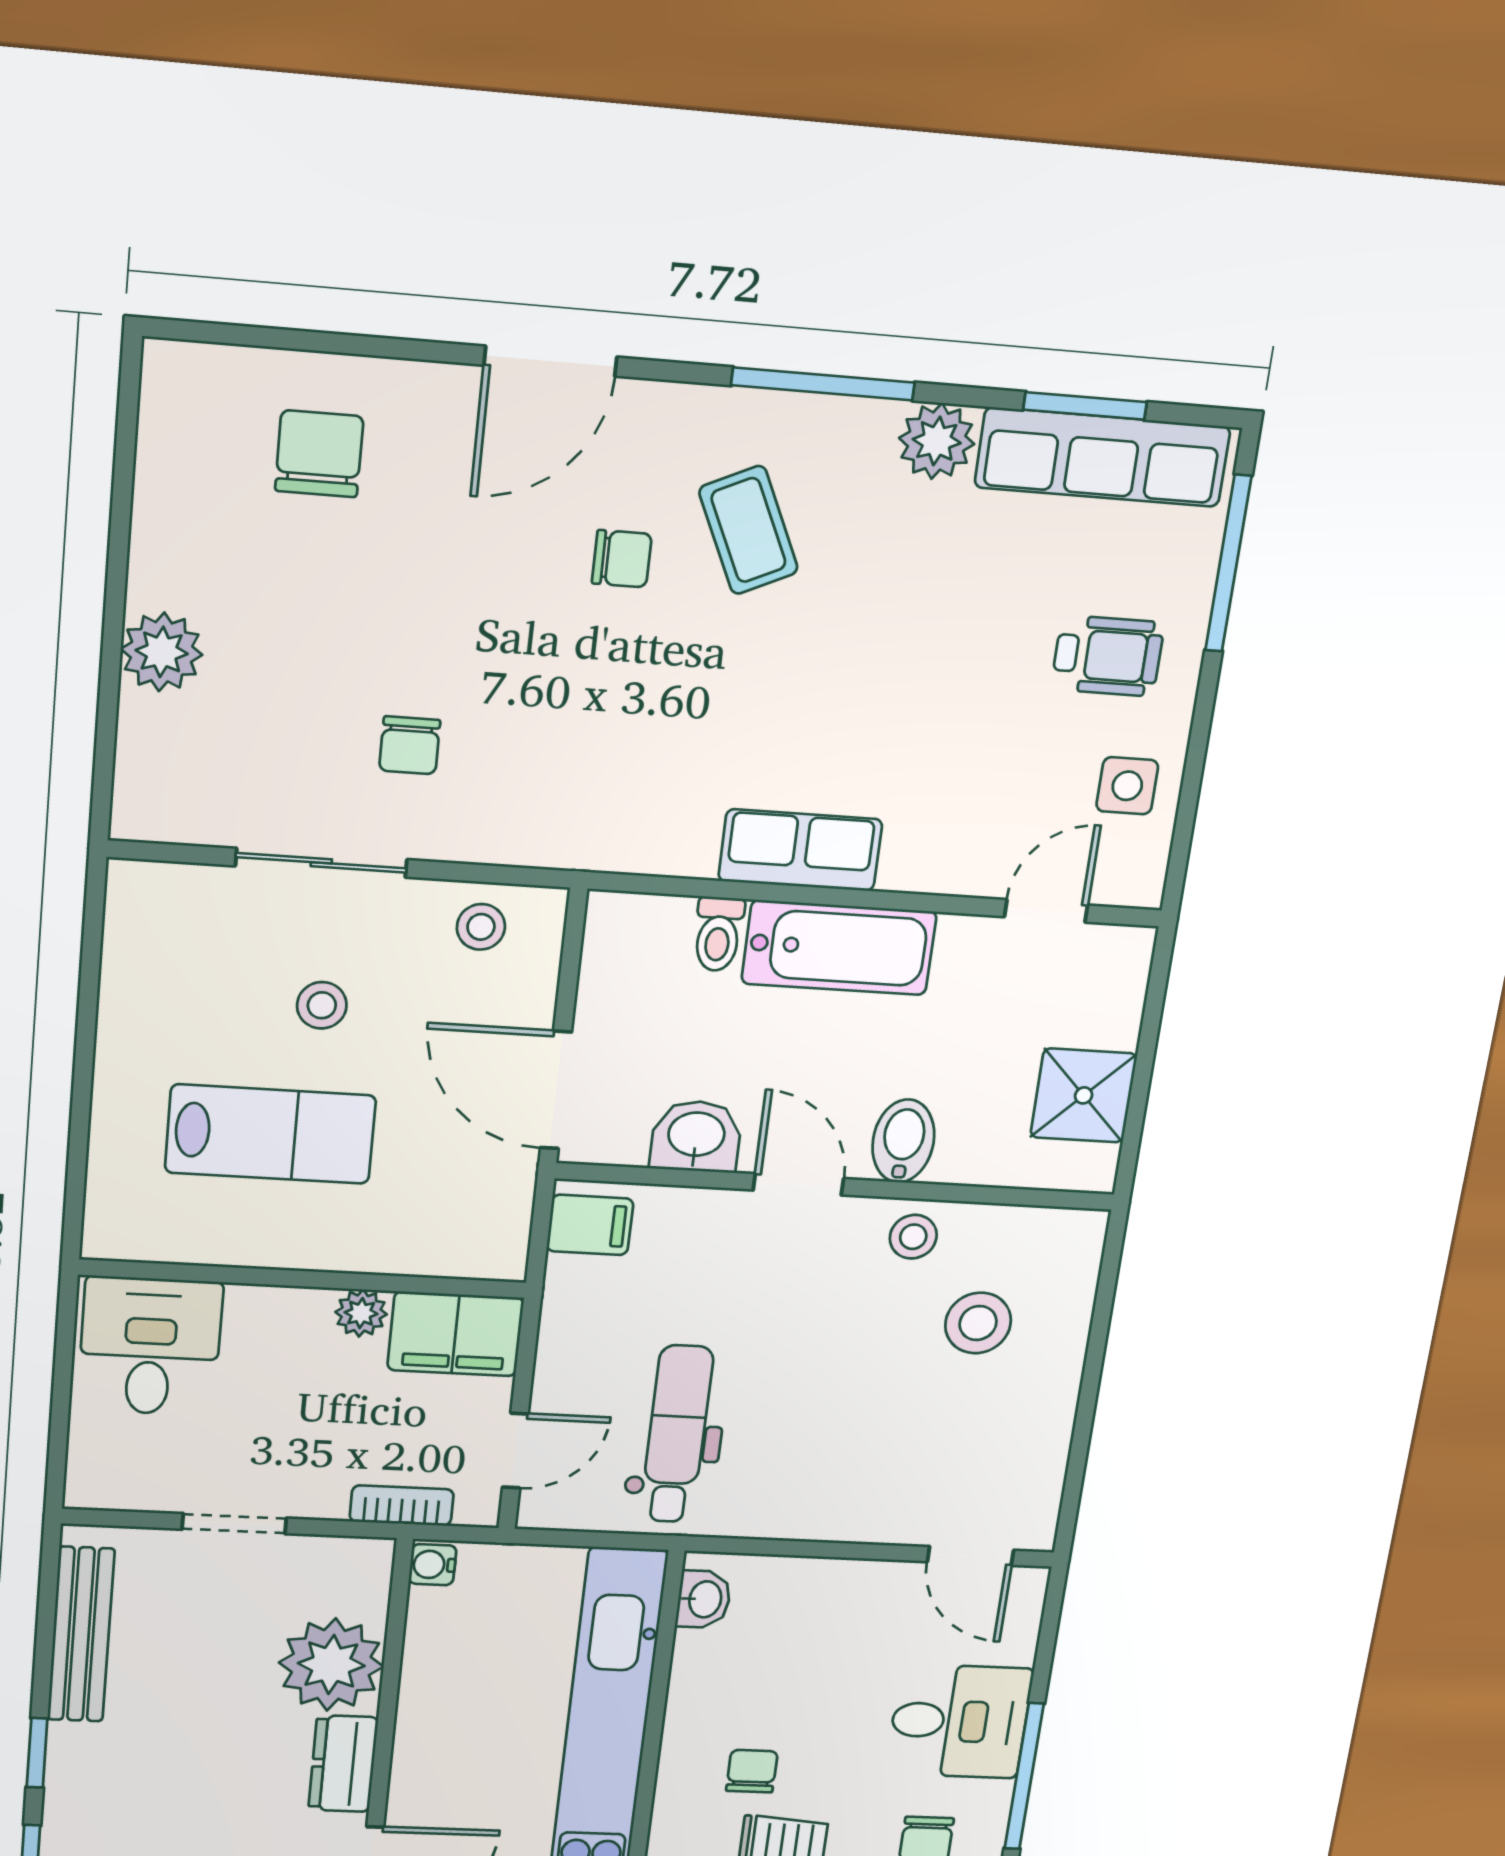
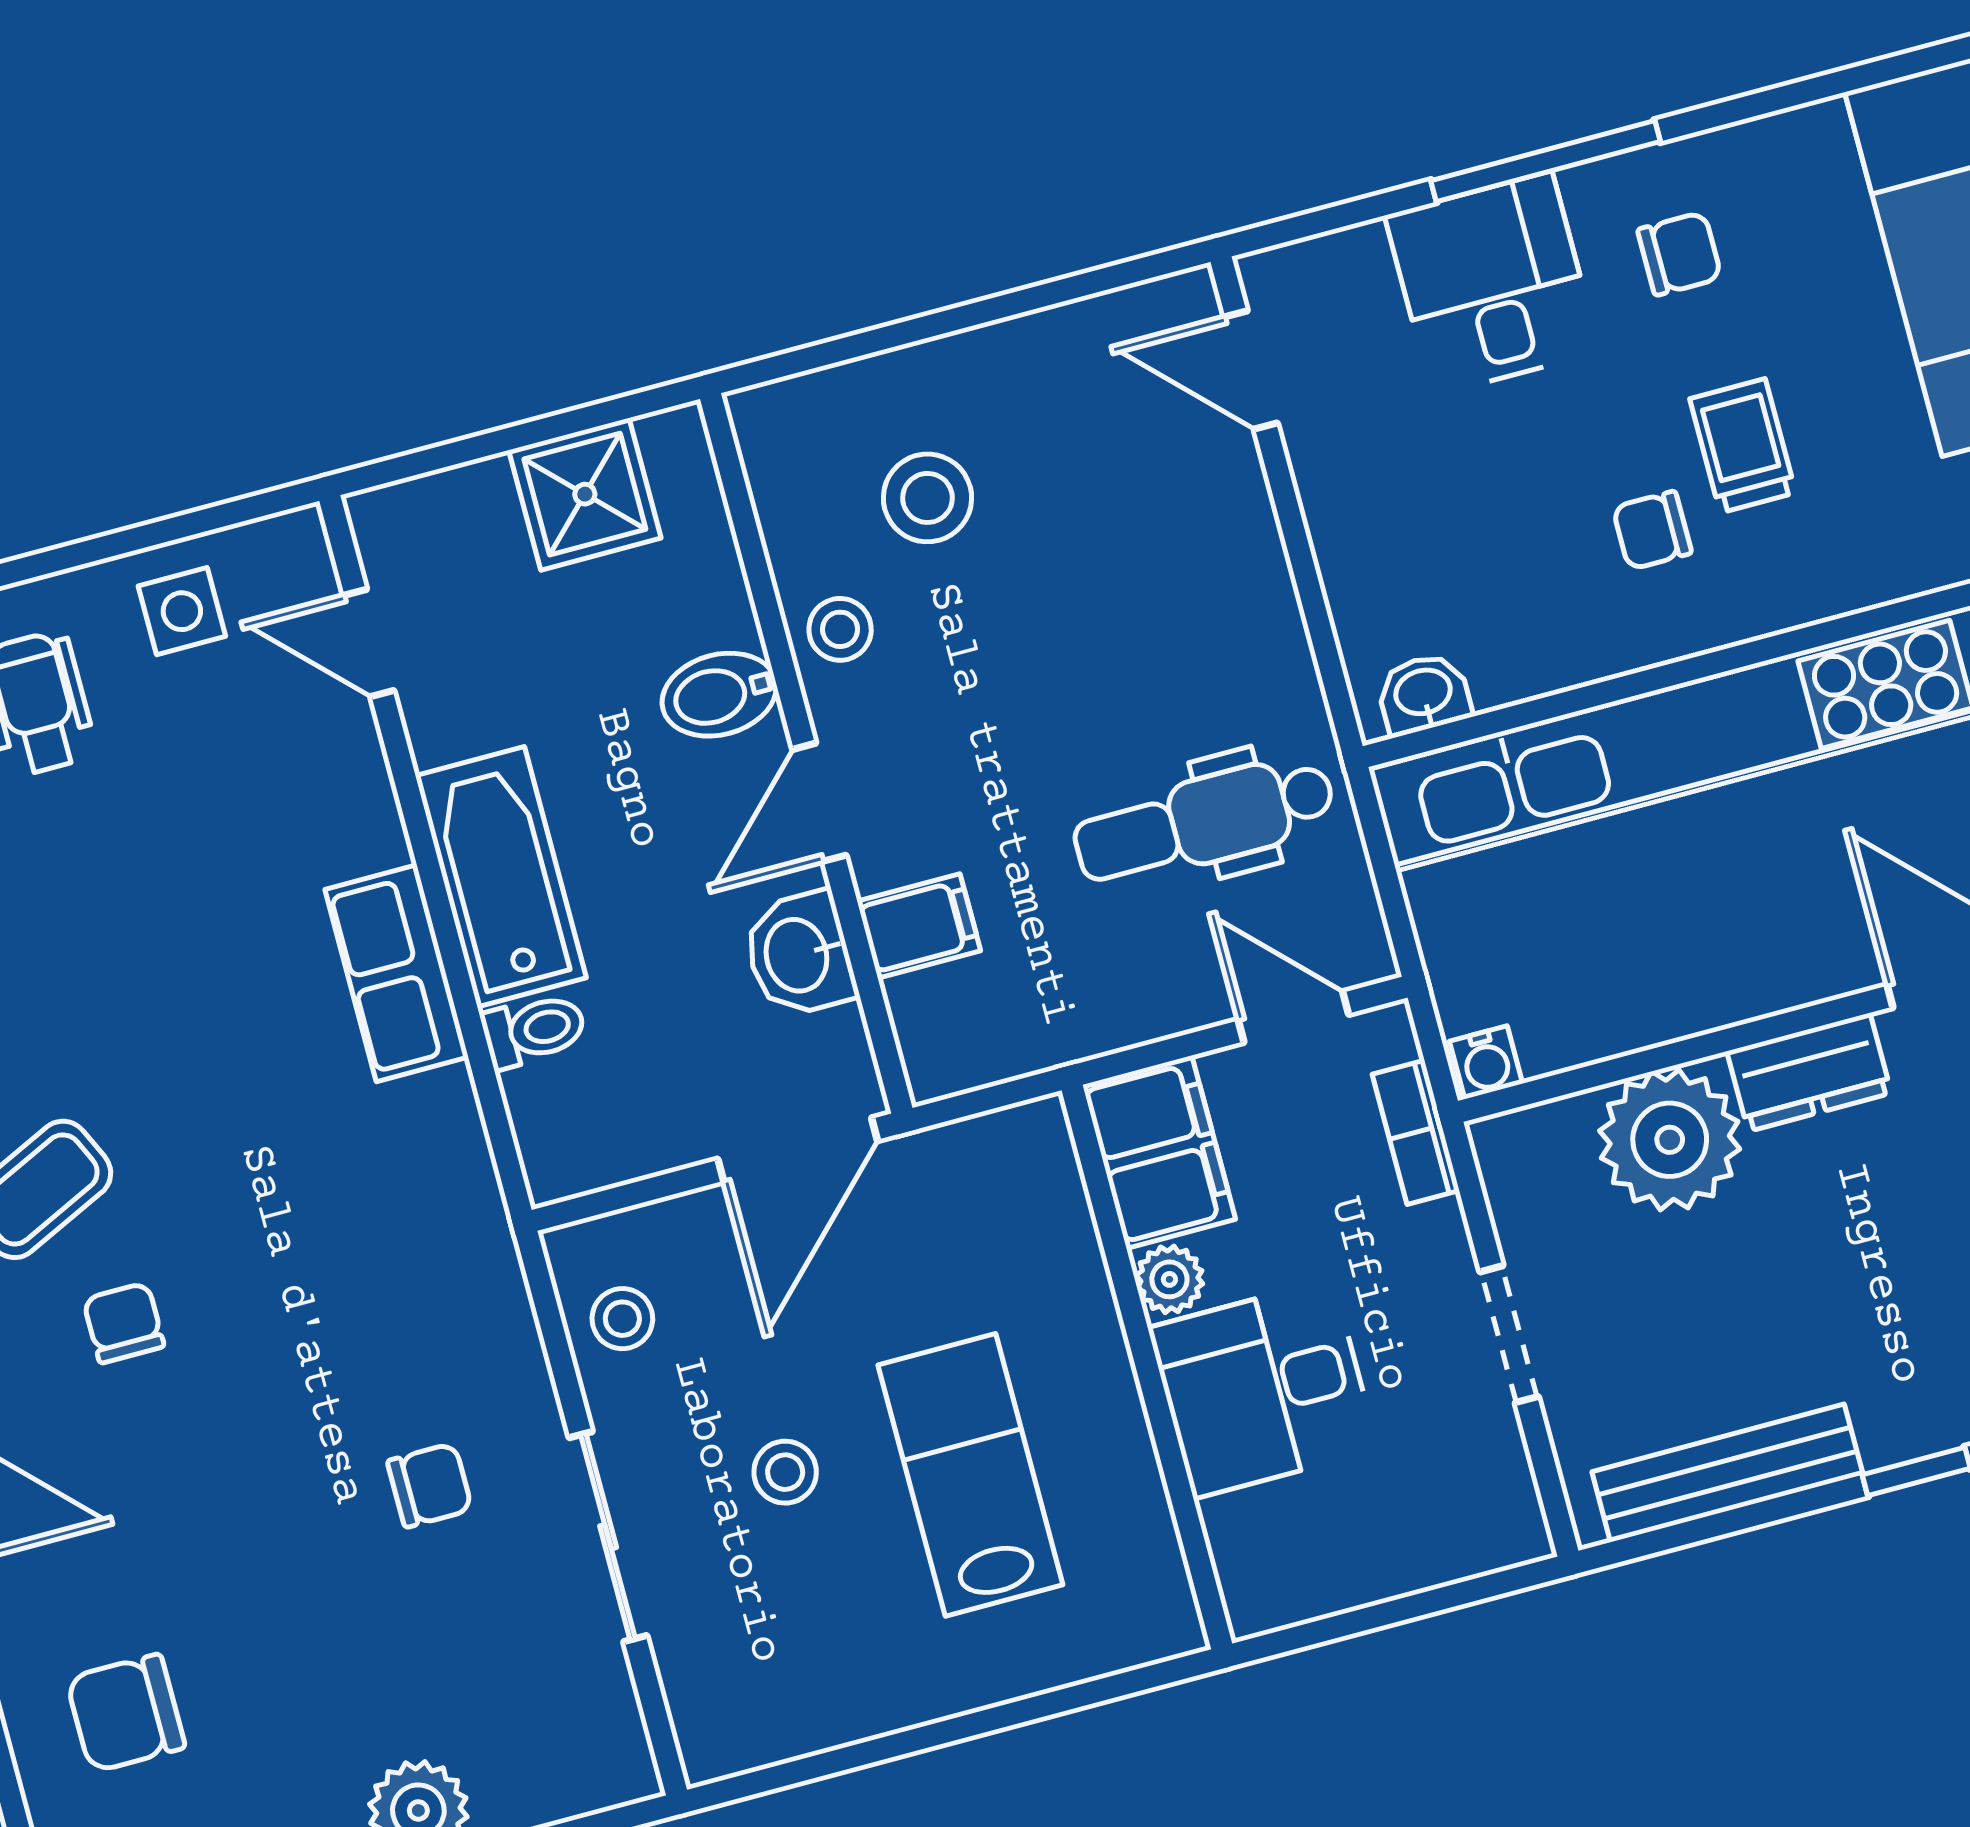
filing cabinet: (590, 1225) -> (919, 926), moved, turned 90
desk: (150, 1346) -> (1263, 1389), moved
door: (971, 1556) -> (1251, 370), swing flipped

